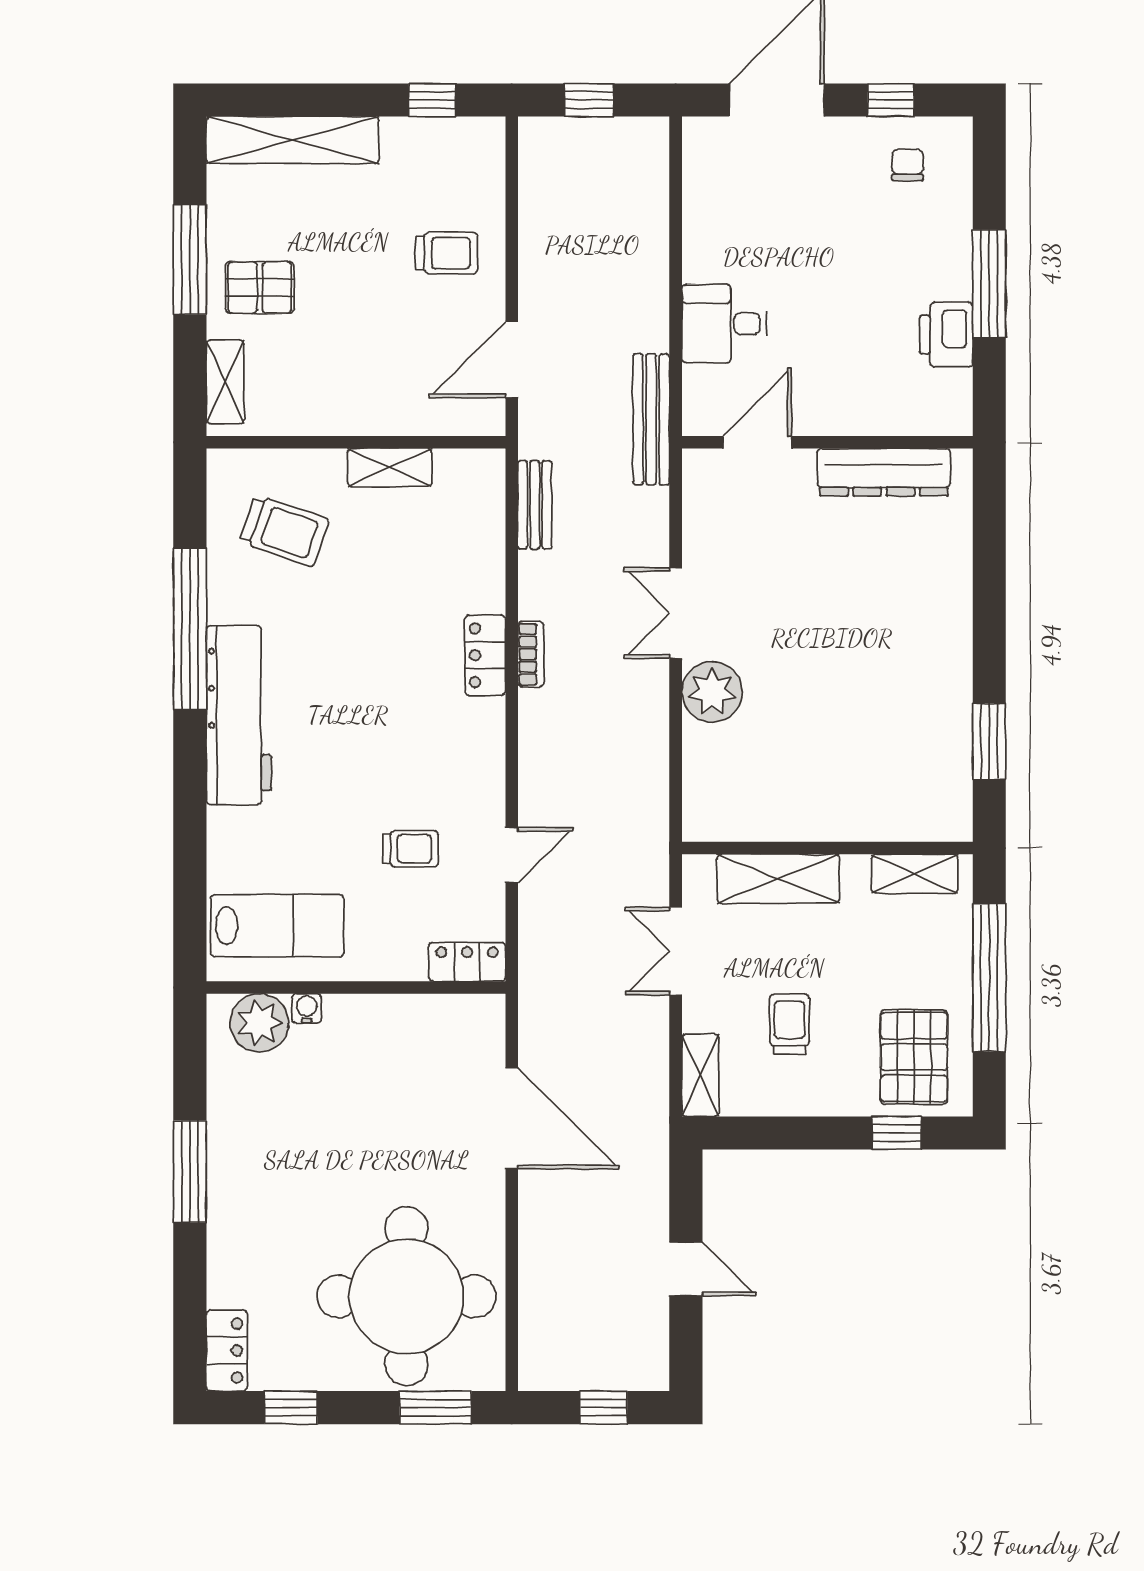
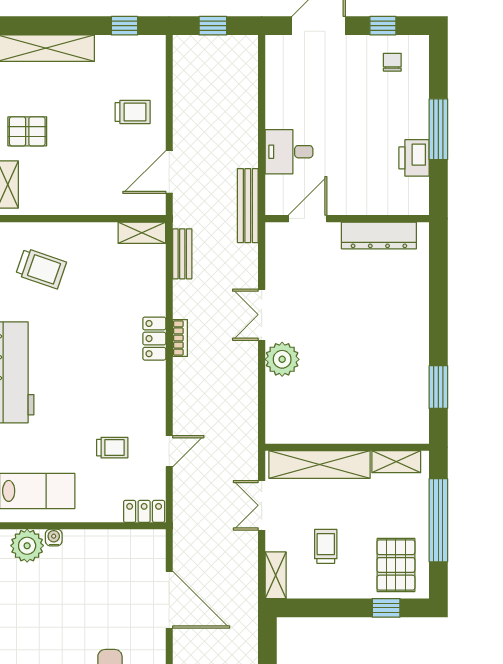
shelving: (390, 467) -> (142, 233), moved
shelving: (778, 879) -> (320, 465), width x1.47

